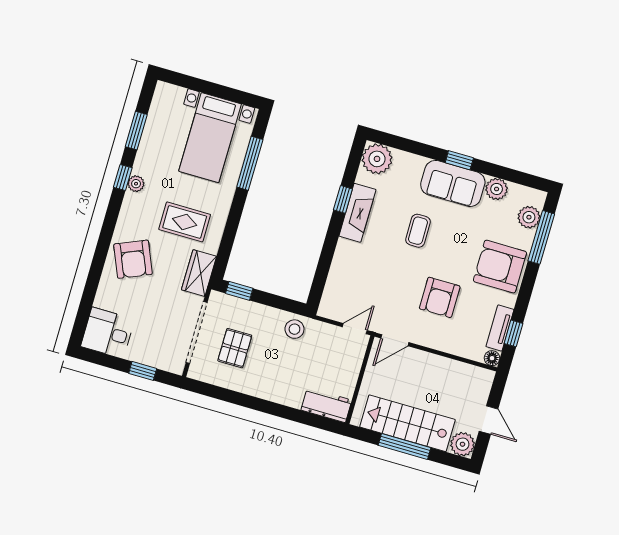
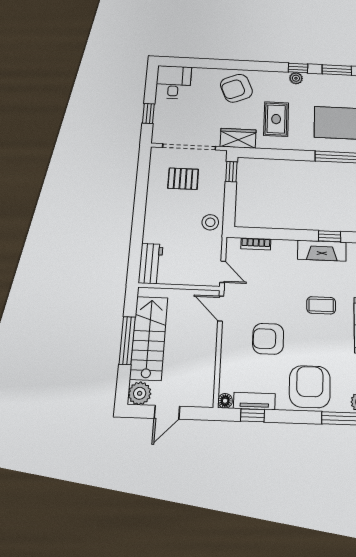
bookcase: (332, 284) -> (256, 244), added

